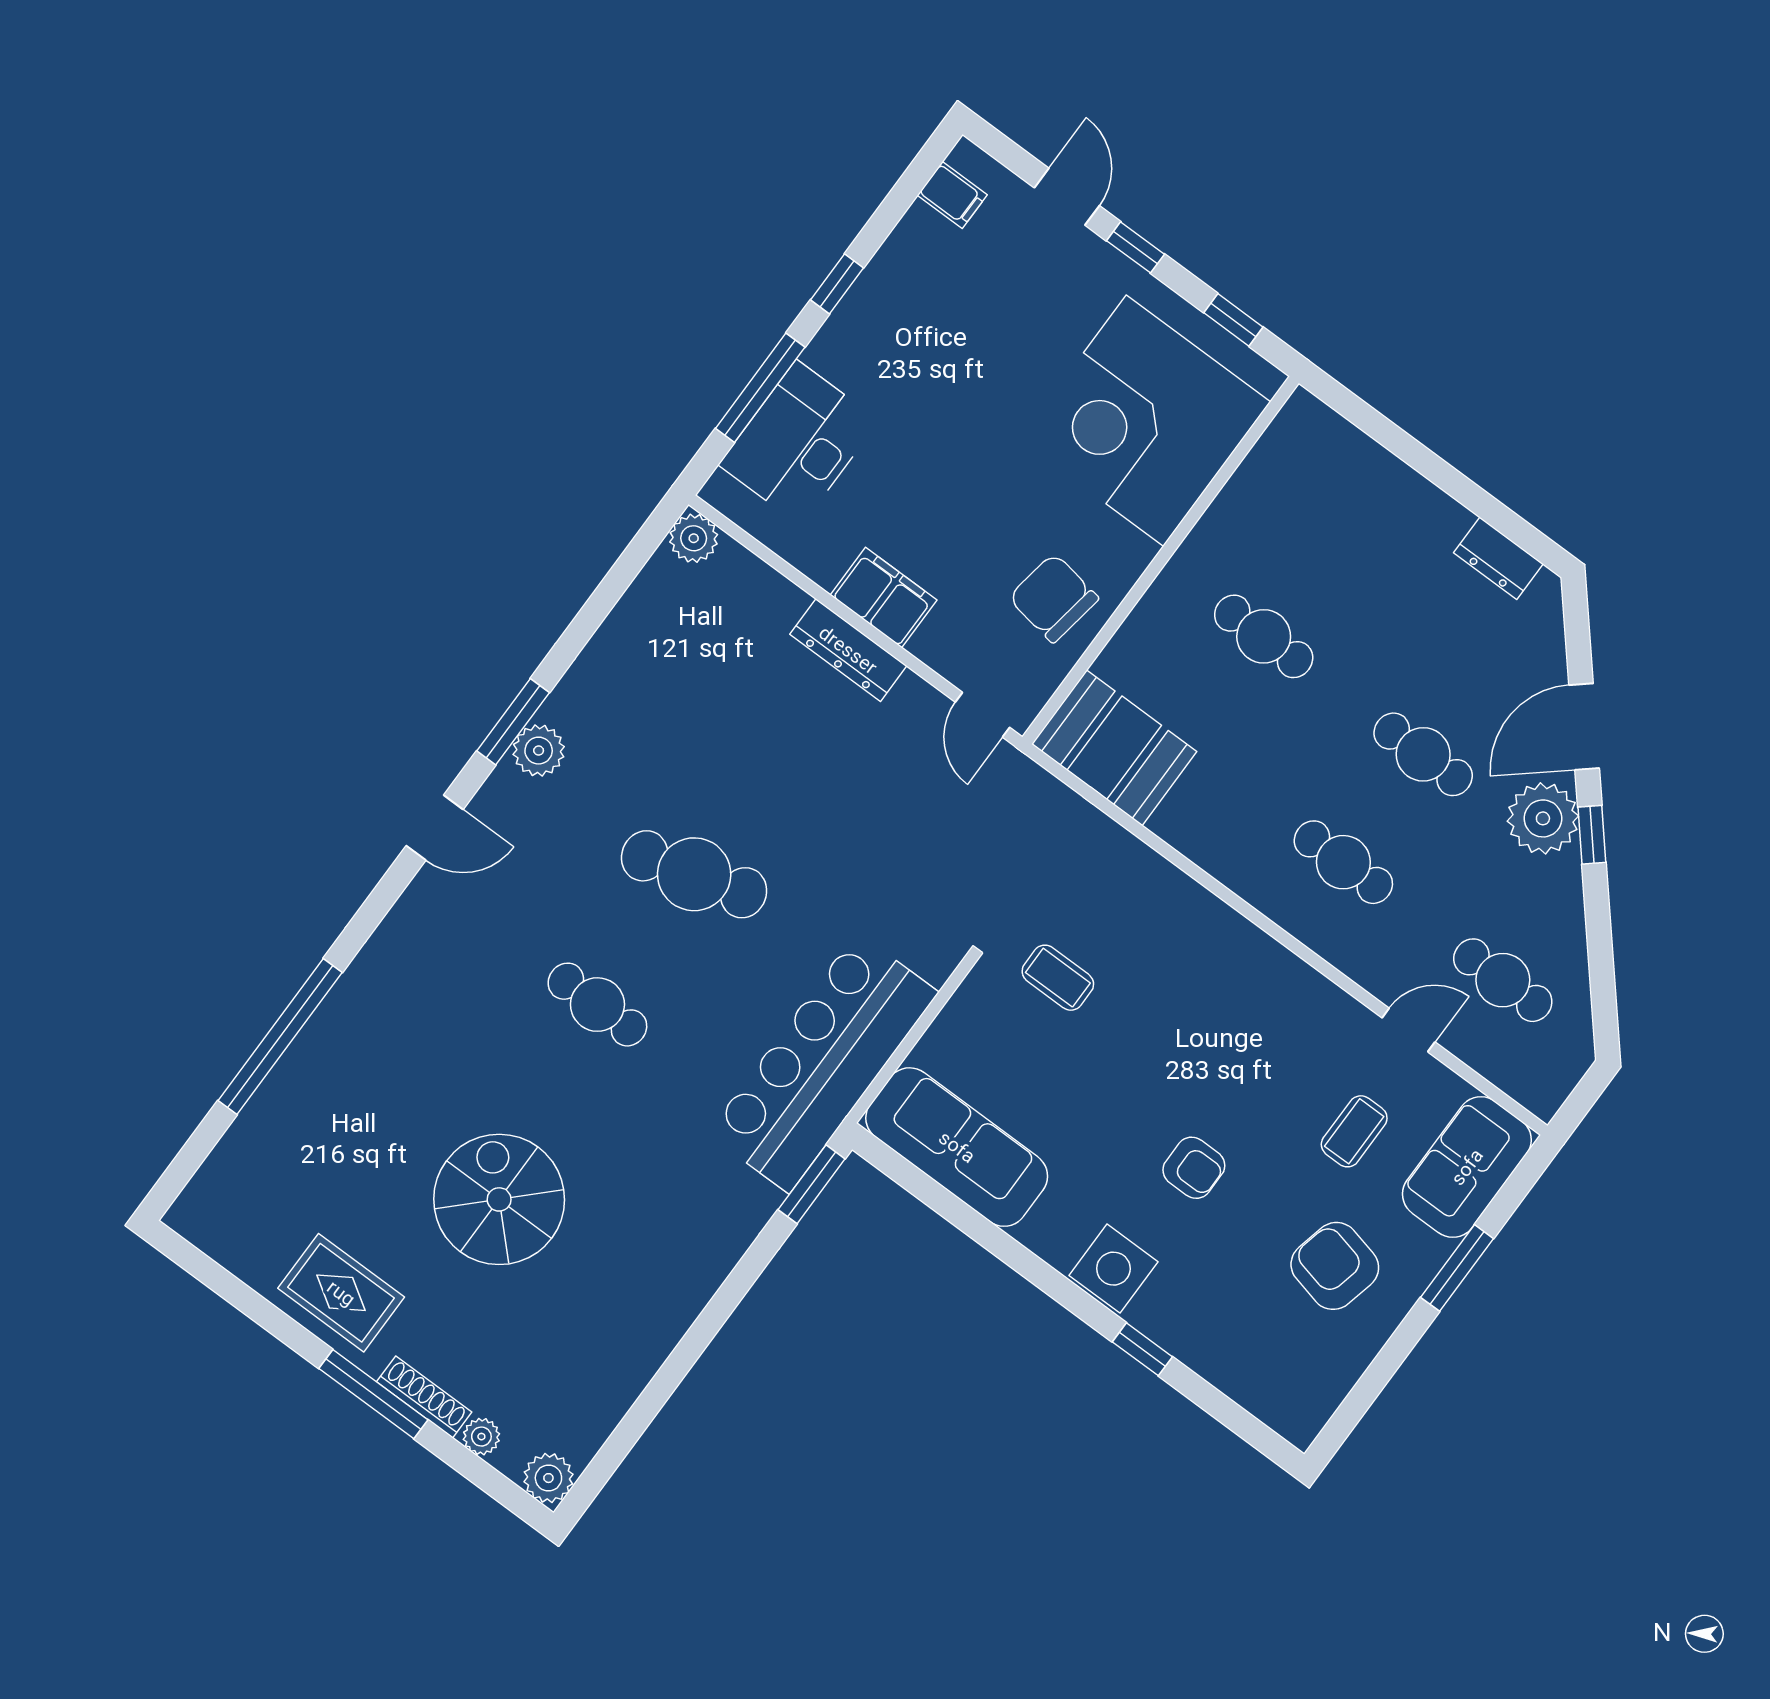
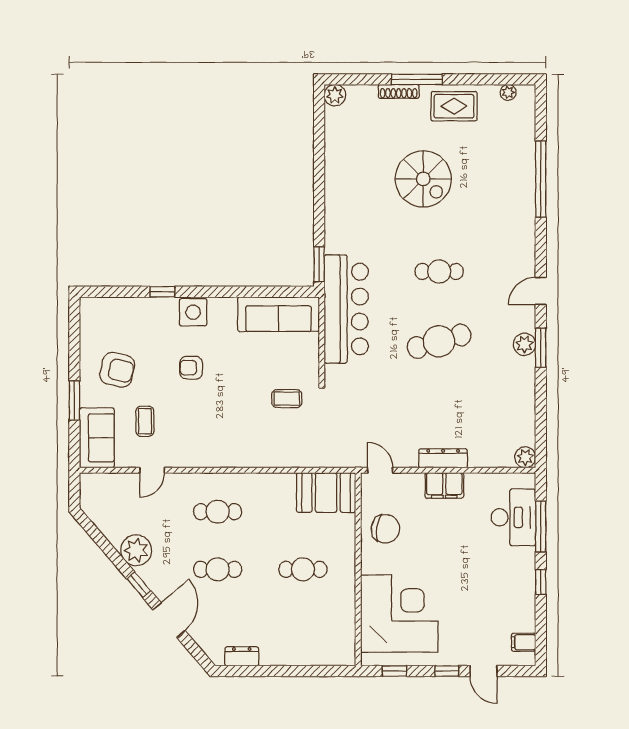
plant: (1543, 818) -> (136, 550), moved
cafe table: (1503, 980) -> (132, 512), removed
plant: (481, 1437) -> (508, 92), moved

